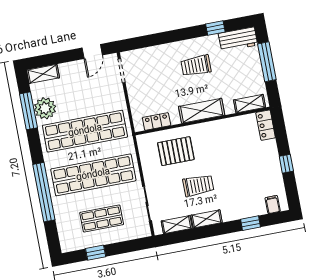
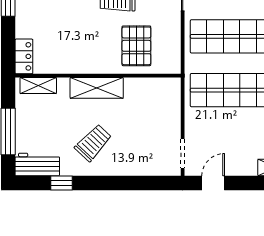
trolley: (196, 66) -> (93, 143), turned -47
locker: (157, 121) -> (153, 85), removed
pallet: (176, 151) -> (136, 46), turned 90

